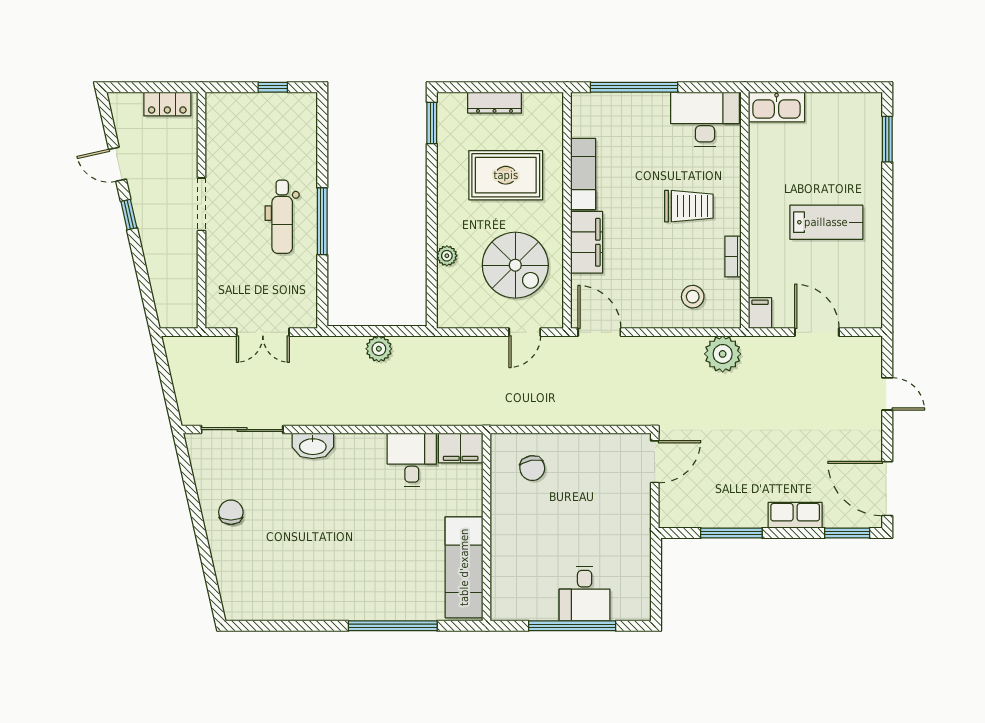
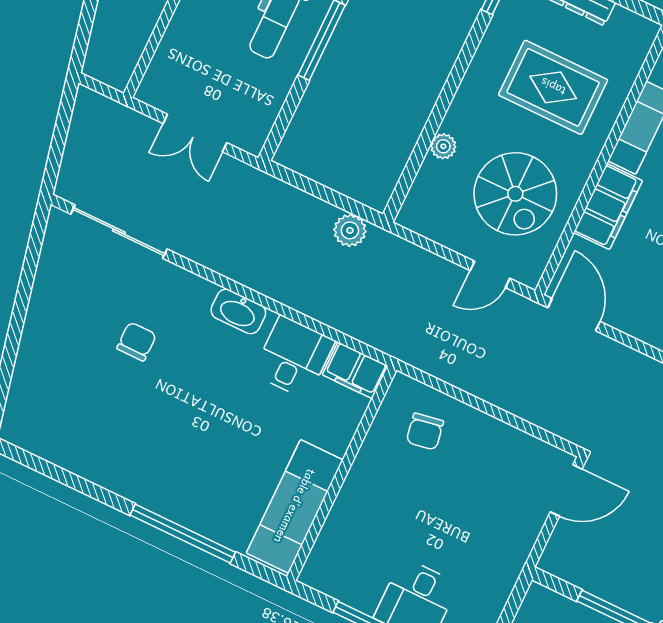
plant: (379, 349) -> (350, 230), moved
washbasin: (313, 446) -> (238, 311), moved
chair: (231, 512) -> (137, 342), moved

